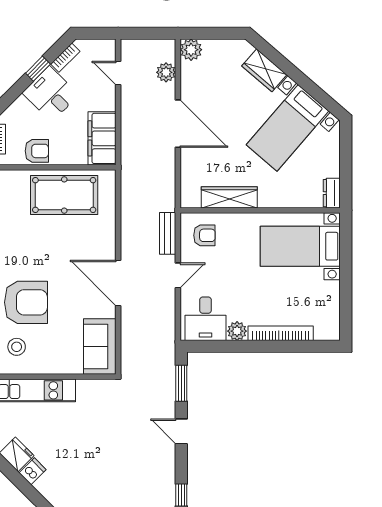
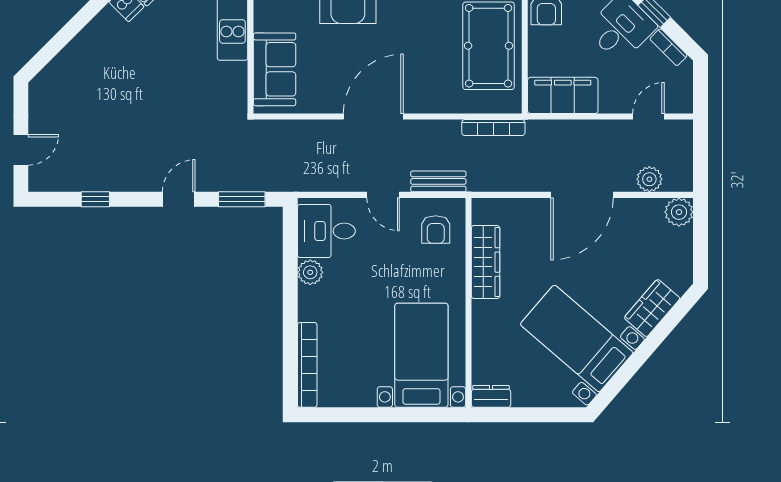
bookcase: (127, 191) -> (493, 128), added
bookcase: (281, 333) -> (307, 365), moved
sofa: (100, 346) -> (275, 69), moved, turned 90

